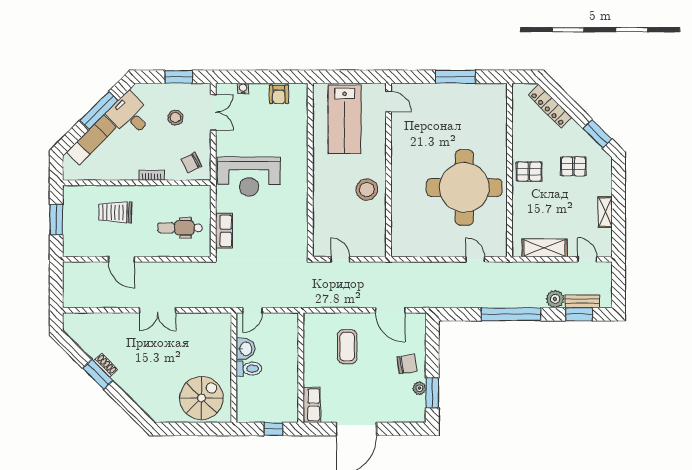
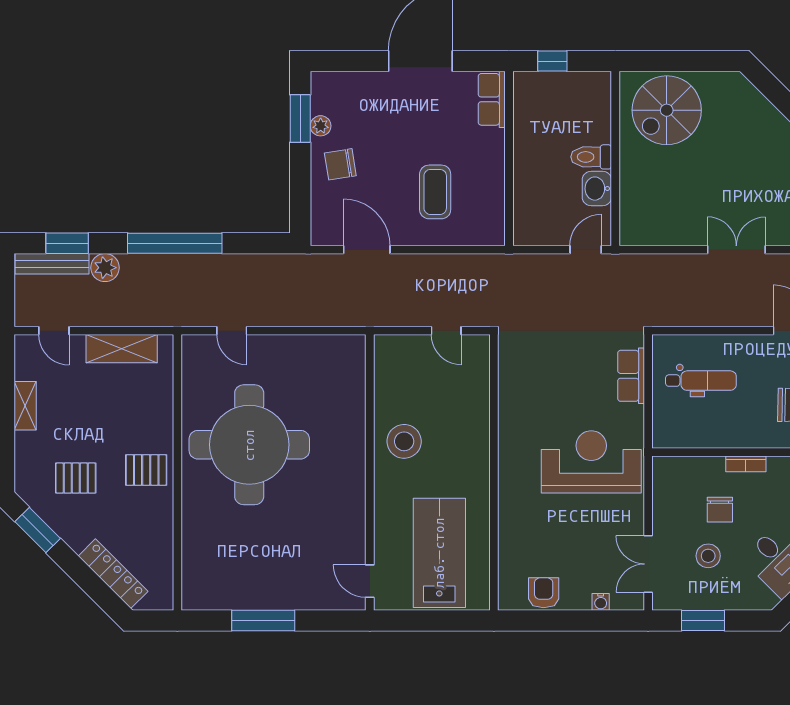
chair: (191, 163) -> (720, 510), moved, turned 117
bench: (582, 301) -> (52, 264), width x1.36

